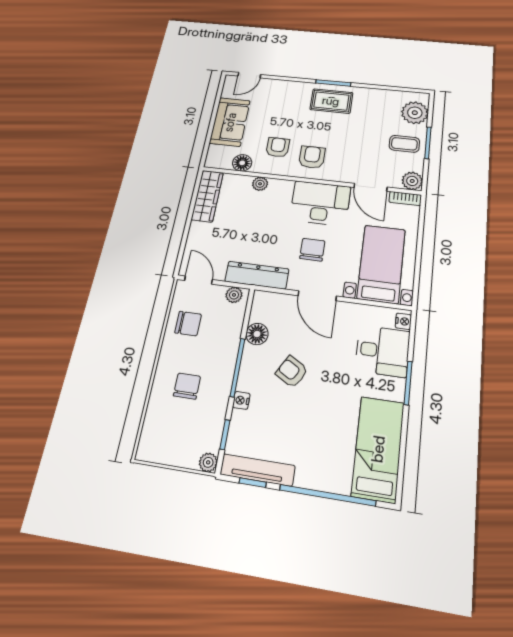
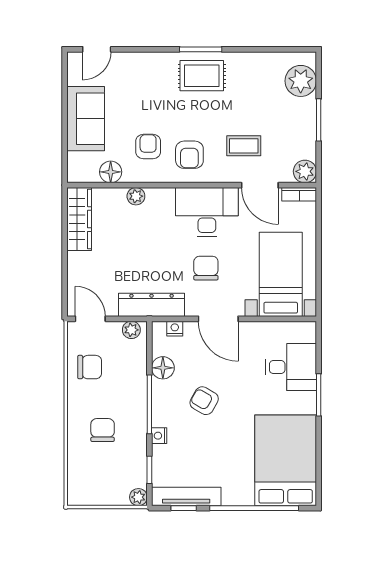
coffee table: (404, 144) -> (244, 146), moved
armchair: (312, 157) -> (189, 155), turned 180
nightstand: (403, 321) -> (175, 329), moved, turned -90
bed: (378, 449) -> (286, 460), width x1.50

